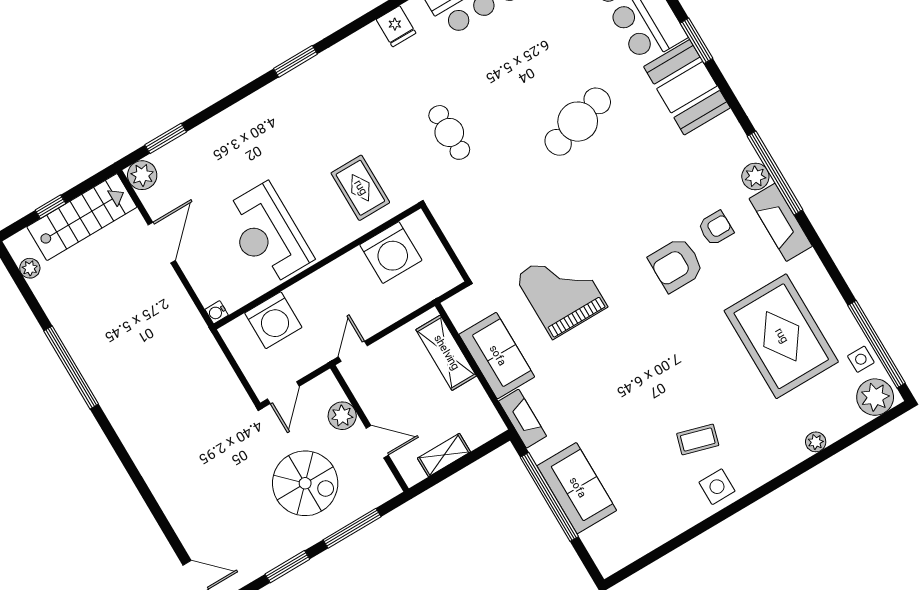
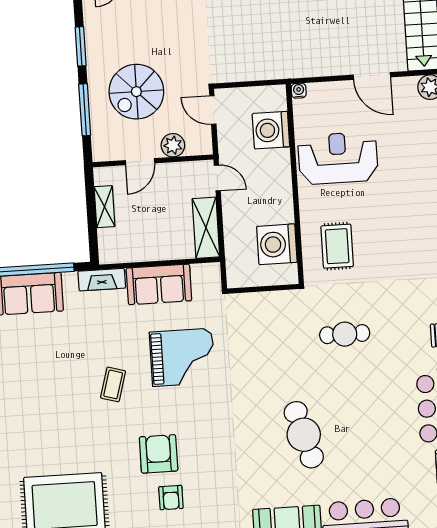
rug: (360, 188) -> (337, 246), turned 90
shelving: (446, 353) -> (206, 228), moved, turned 90
coffee table: (698, 440) -> (113, 384), moved

